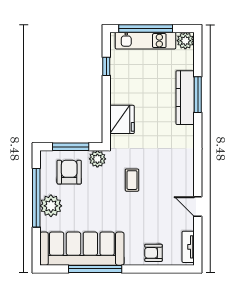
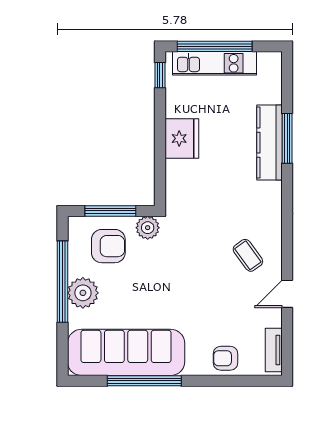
plant: (185, 41) -> (270, 63), removed
window: (106, 66) -> (160, 75), moved
fridge: (122, 119) -> (182, 138), moved
armchair: (69, 172) -> (108, 246), turned 90
coffee table: (132, 180) -> (248, 255), moved, turned -36
door: (198, 206) -> (287, 294), hinge flipped

